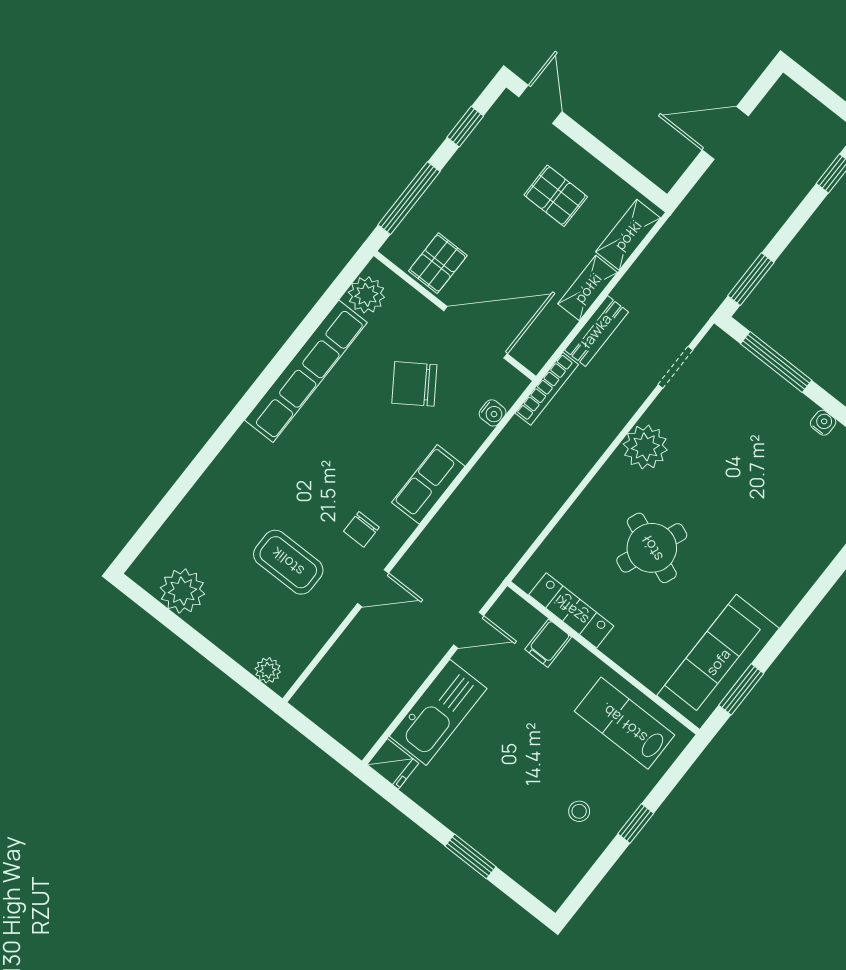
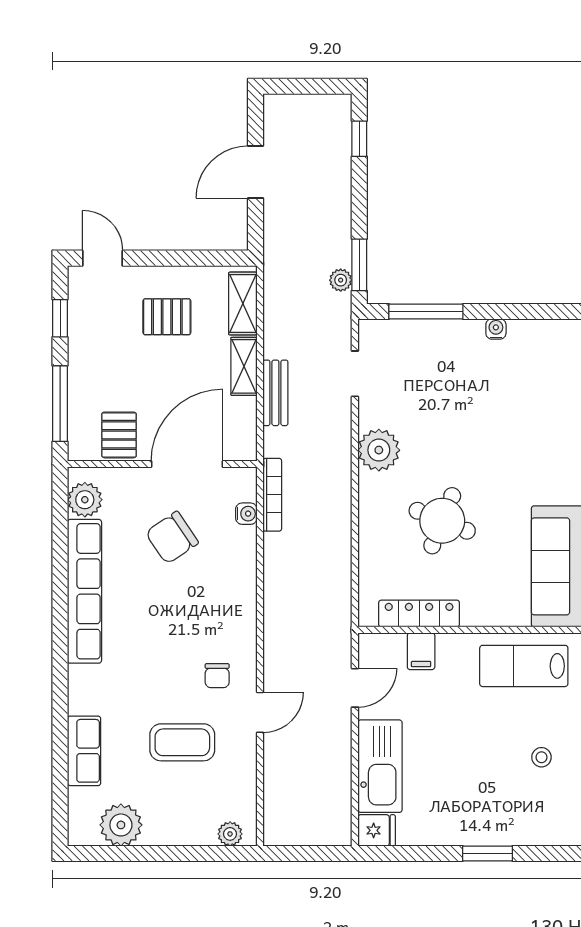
plant: (725, 280) -> (341, 280), added
bookcase: (547, 389) -> (272, 495), moved
row of seats: (428, 484) -> (84, 751), moved, turned 180

